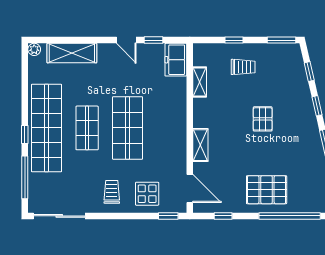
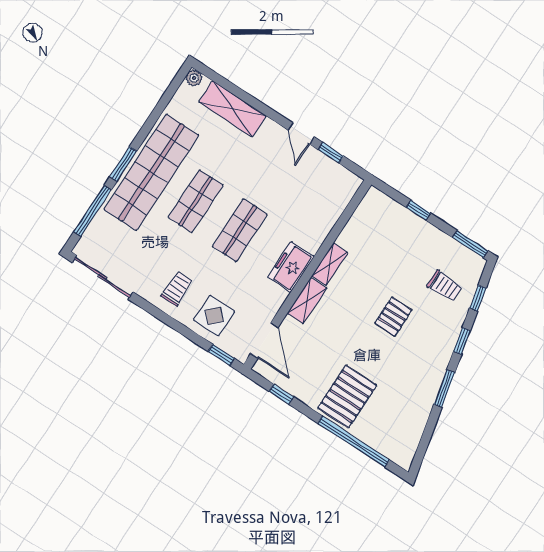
freezer: (176, 60) -> (291, 267), moved
trolley: (243, 67) -> (445, 286), moved
shelving: (200, 82) -> (330, 264), moved
shop shelf: (128, 128) -> (240, 230), width x0.70, depth x0.74
window: (25, 135) -> (123, 164), width x1.50
pallet: (267, 190) -> (347, 396), turned 90

